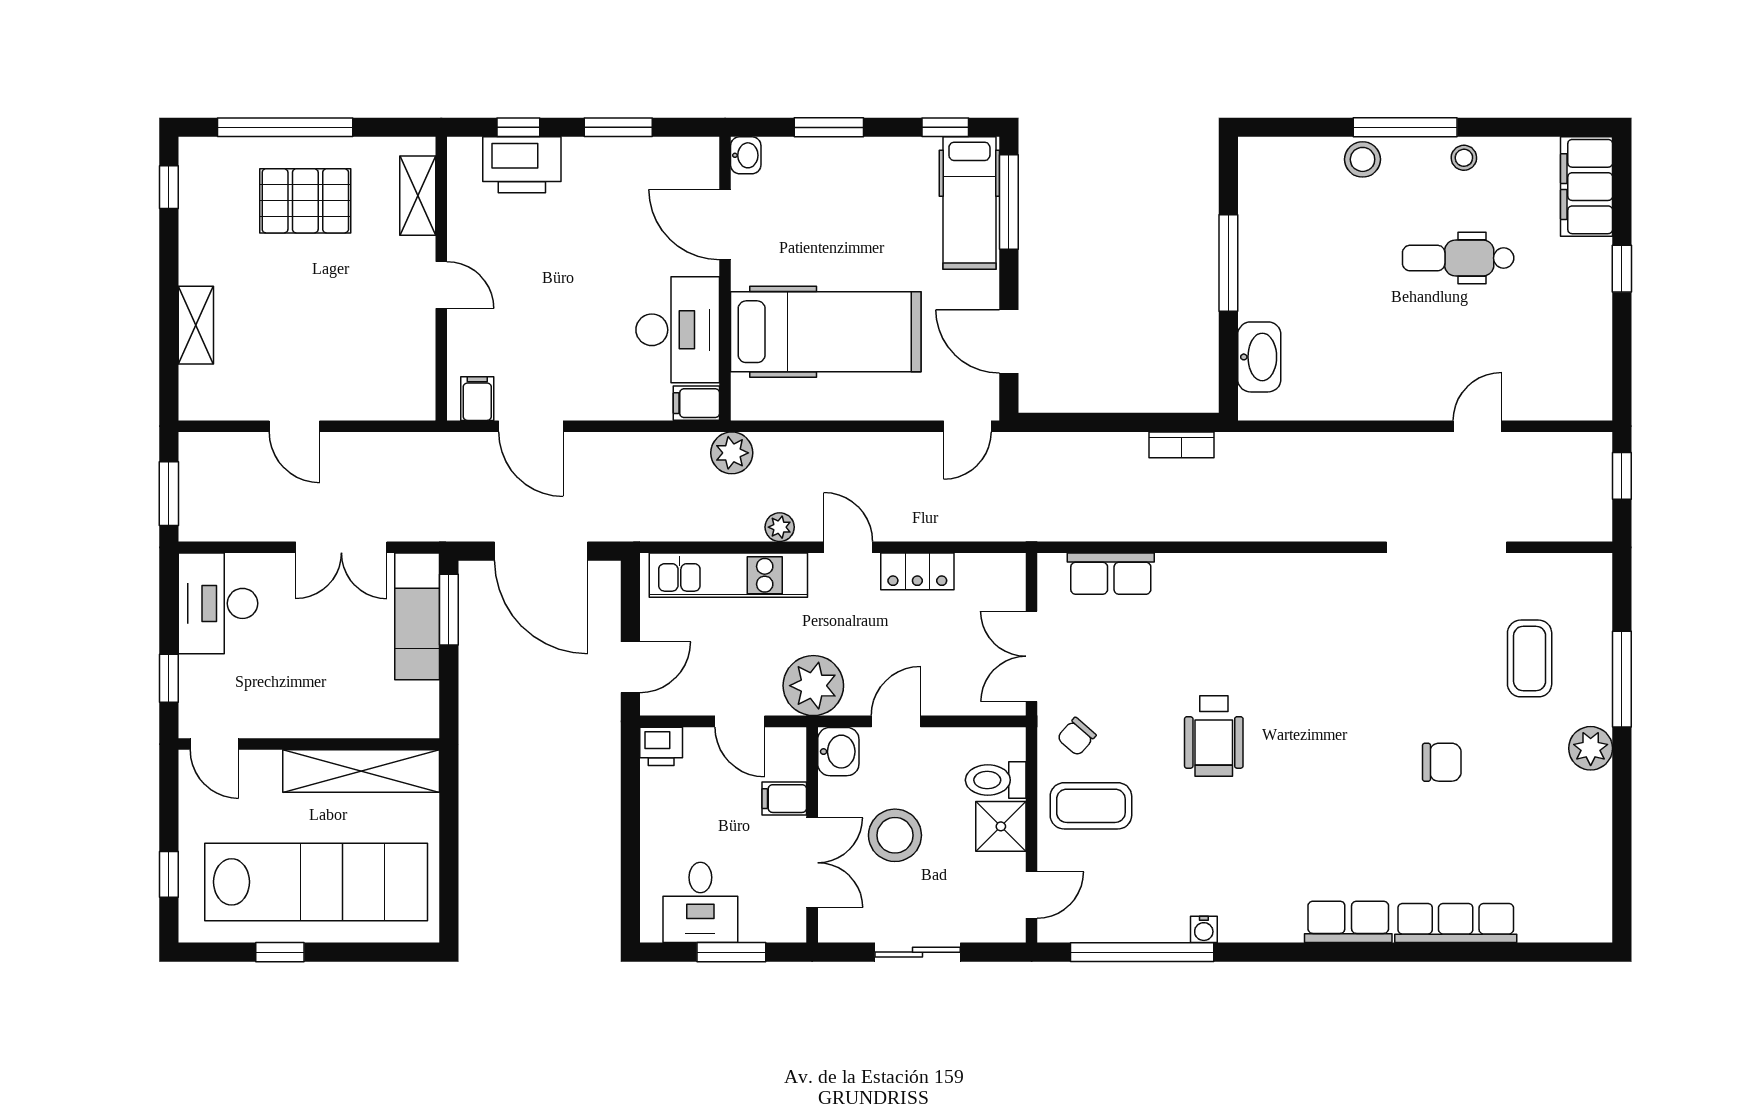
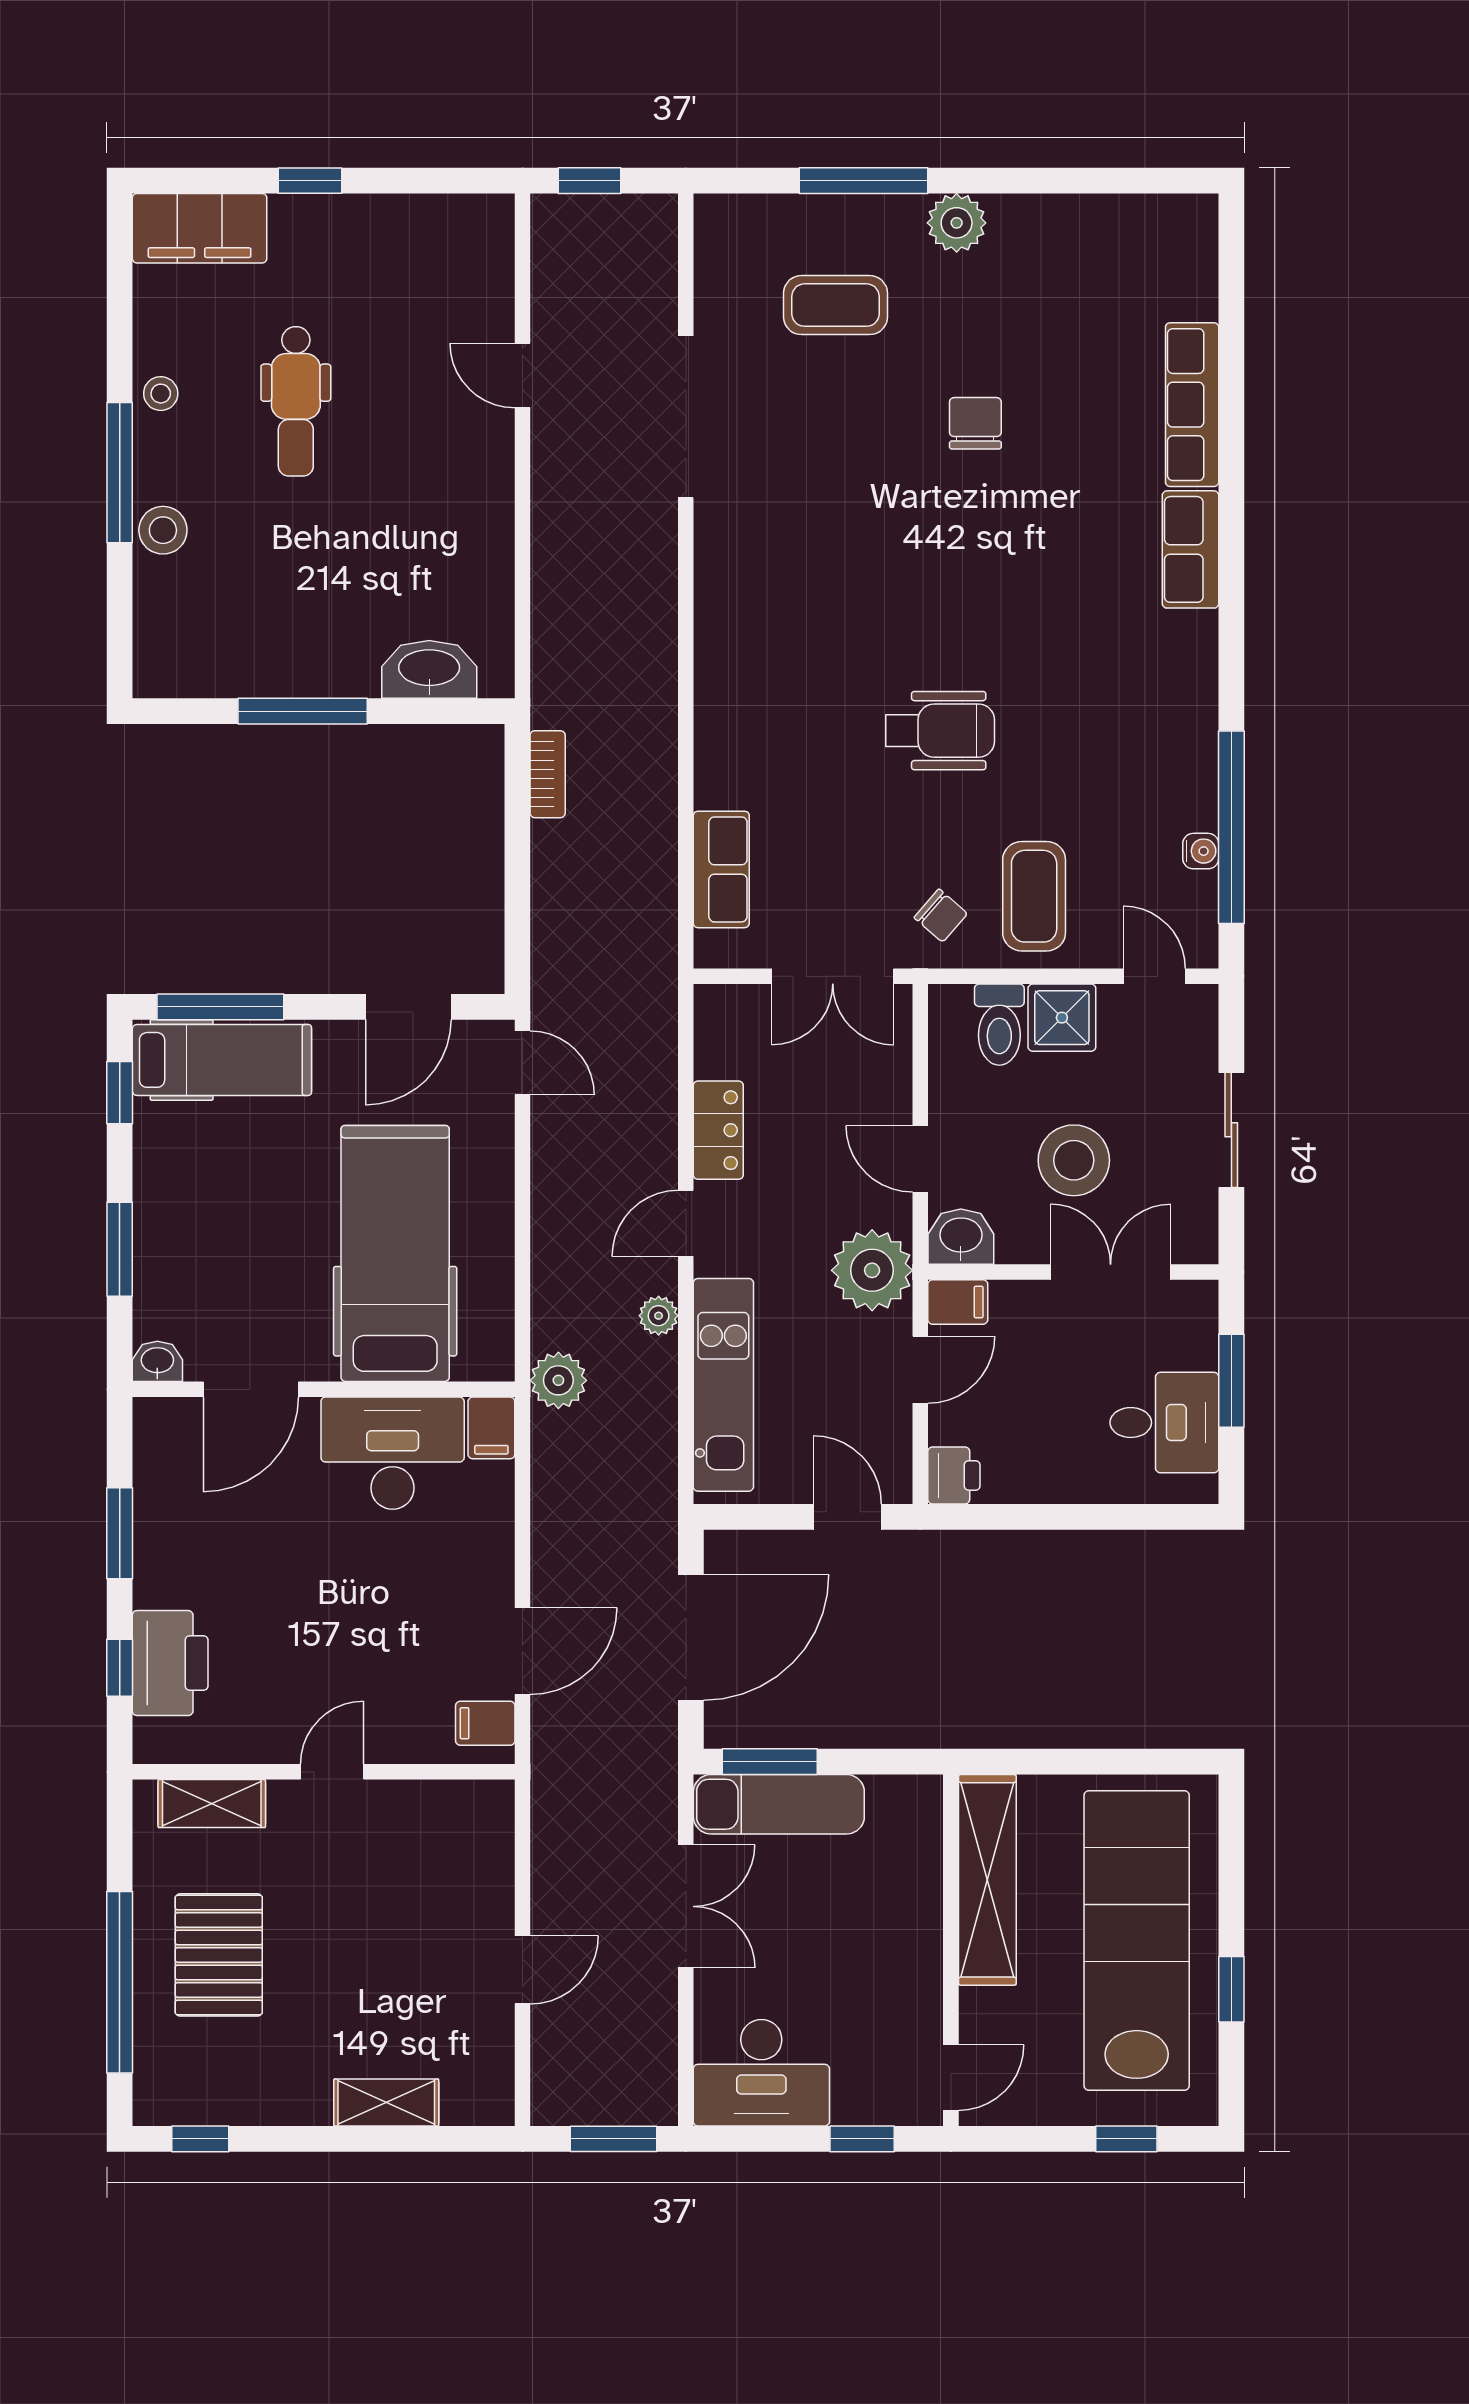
filing cabinet: (784, 799) -> (958, 1302), moved, turned -90
water cooler: (1204, 929) -> (1201, 851), moved

